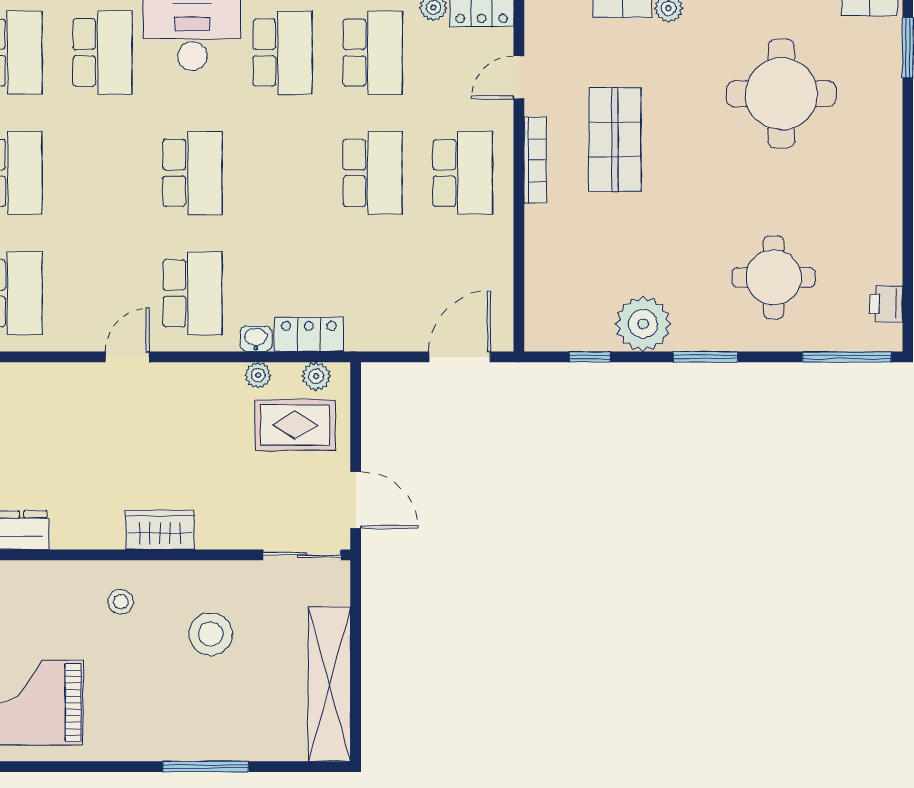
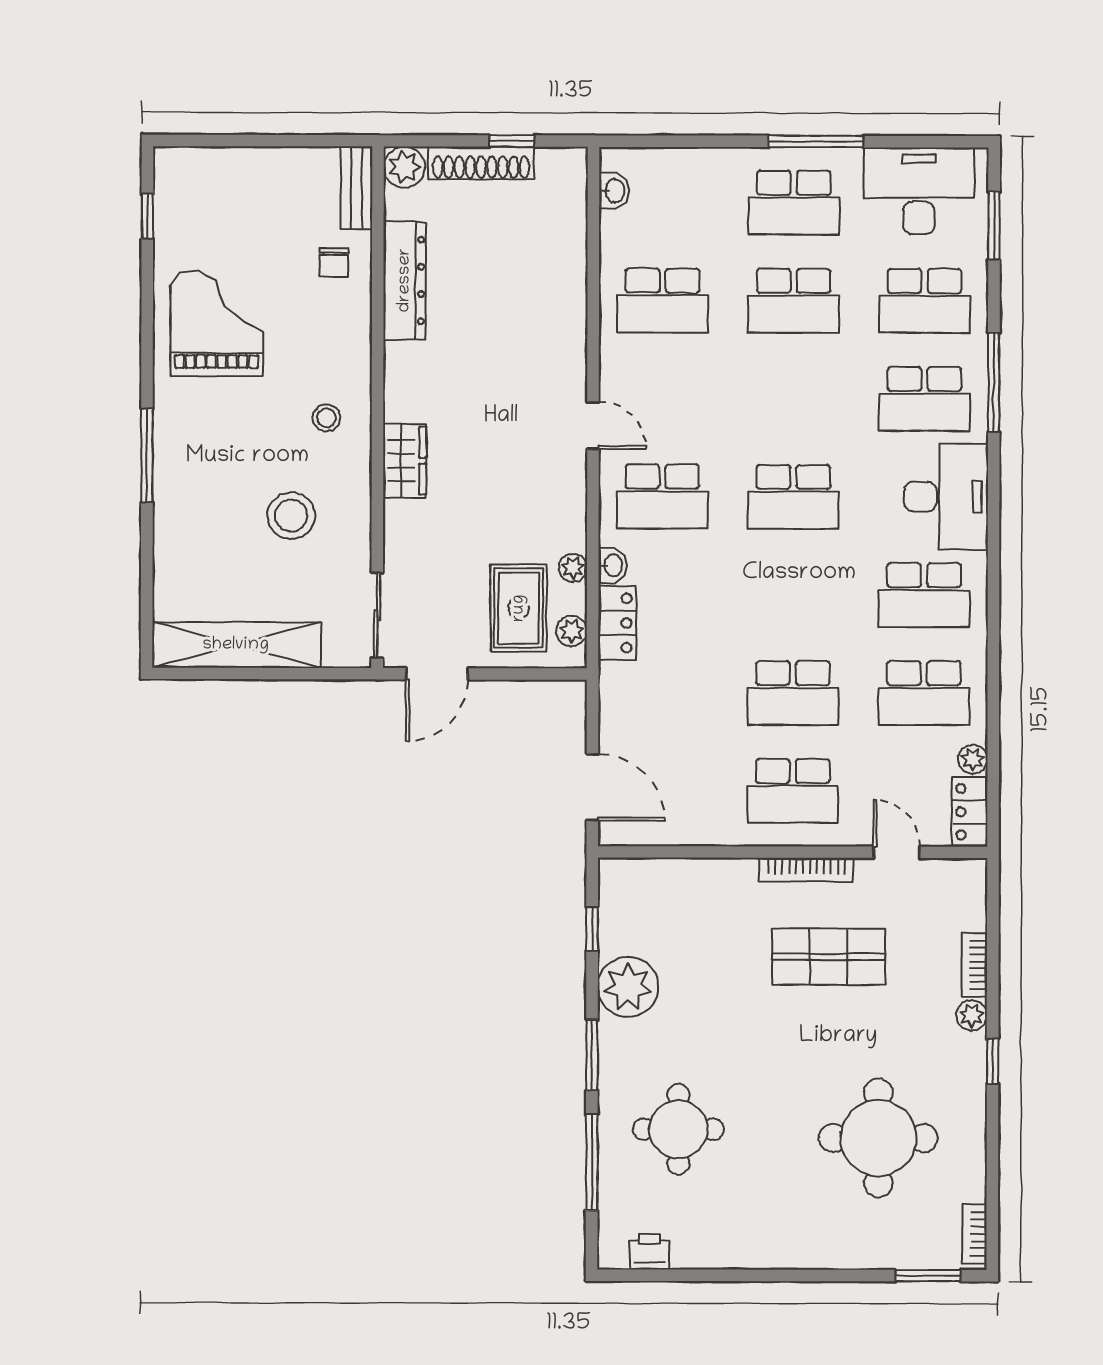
window: (847, 357) -> (592, 1162), moved
window: (206, 767) -> (147, 456), moved

